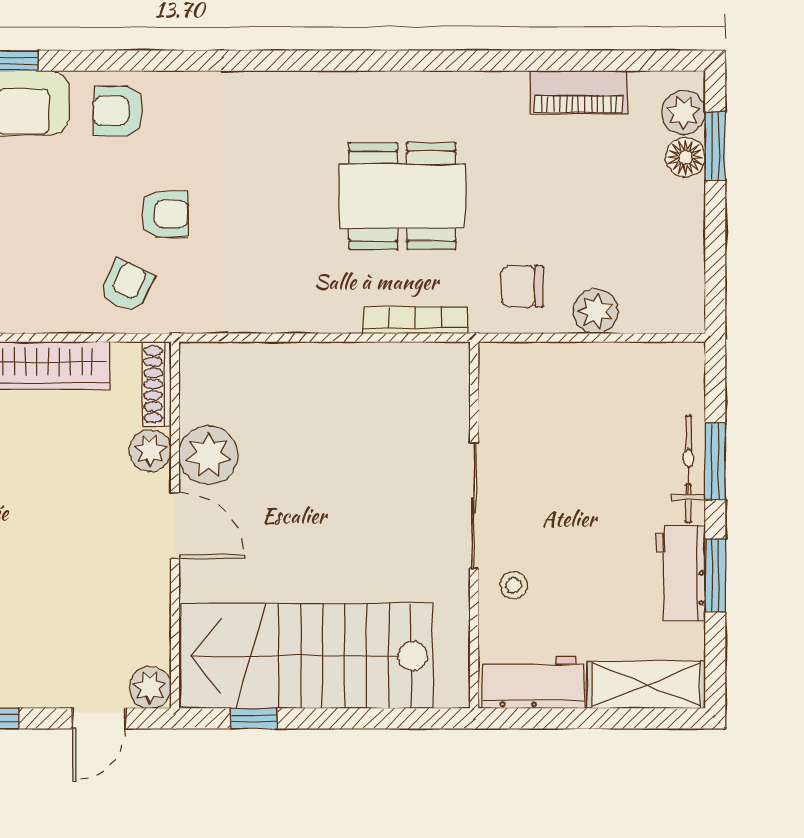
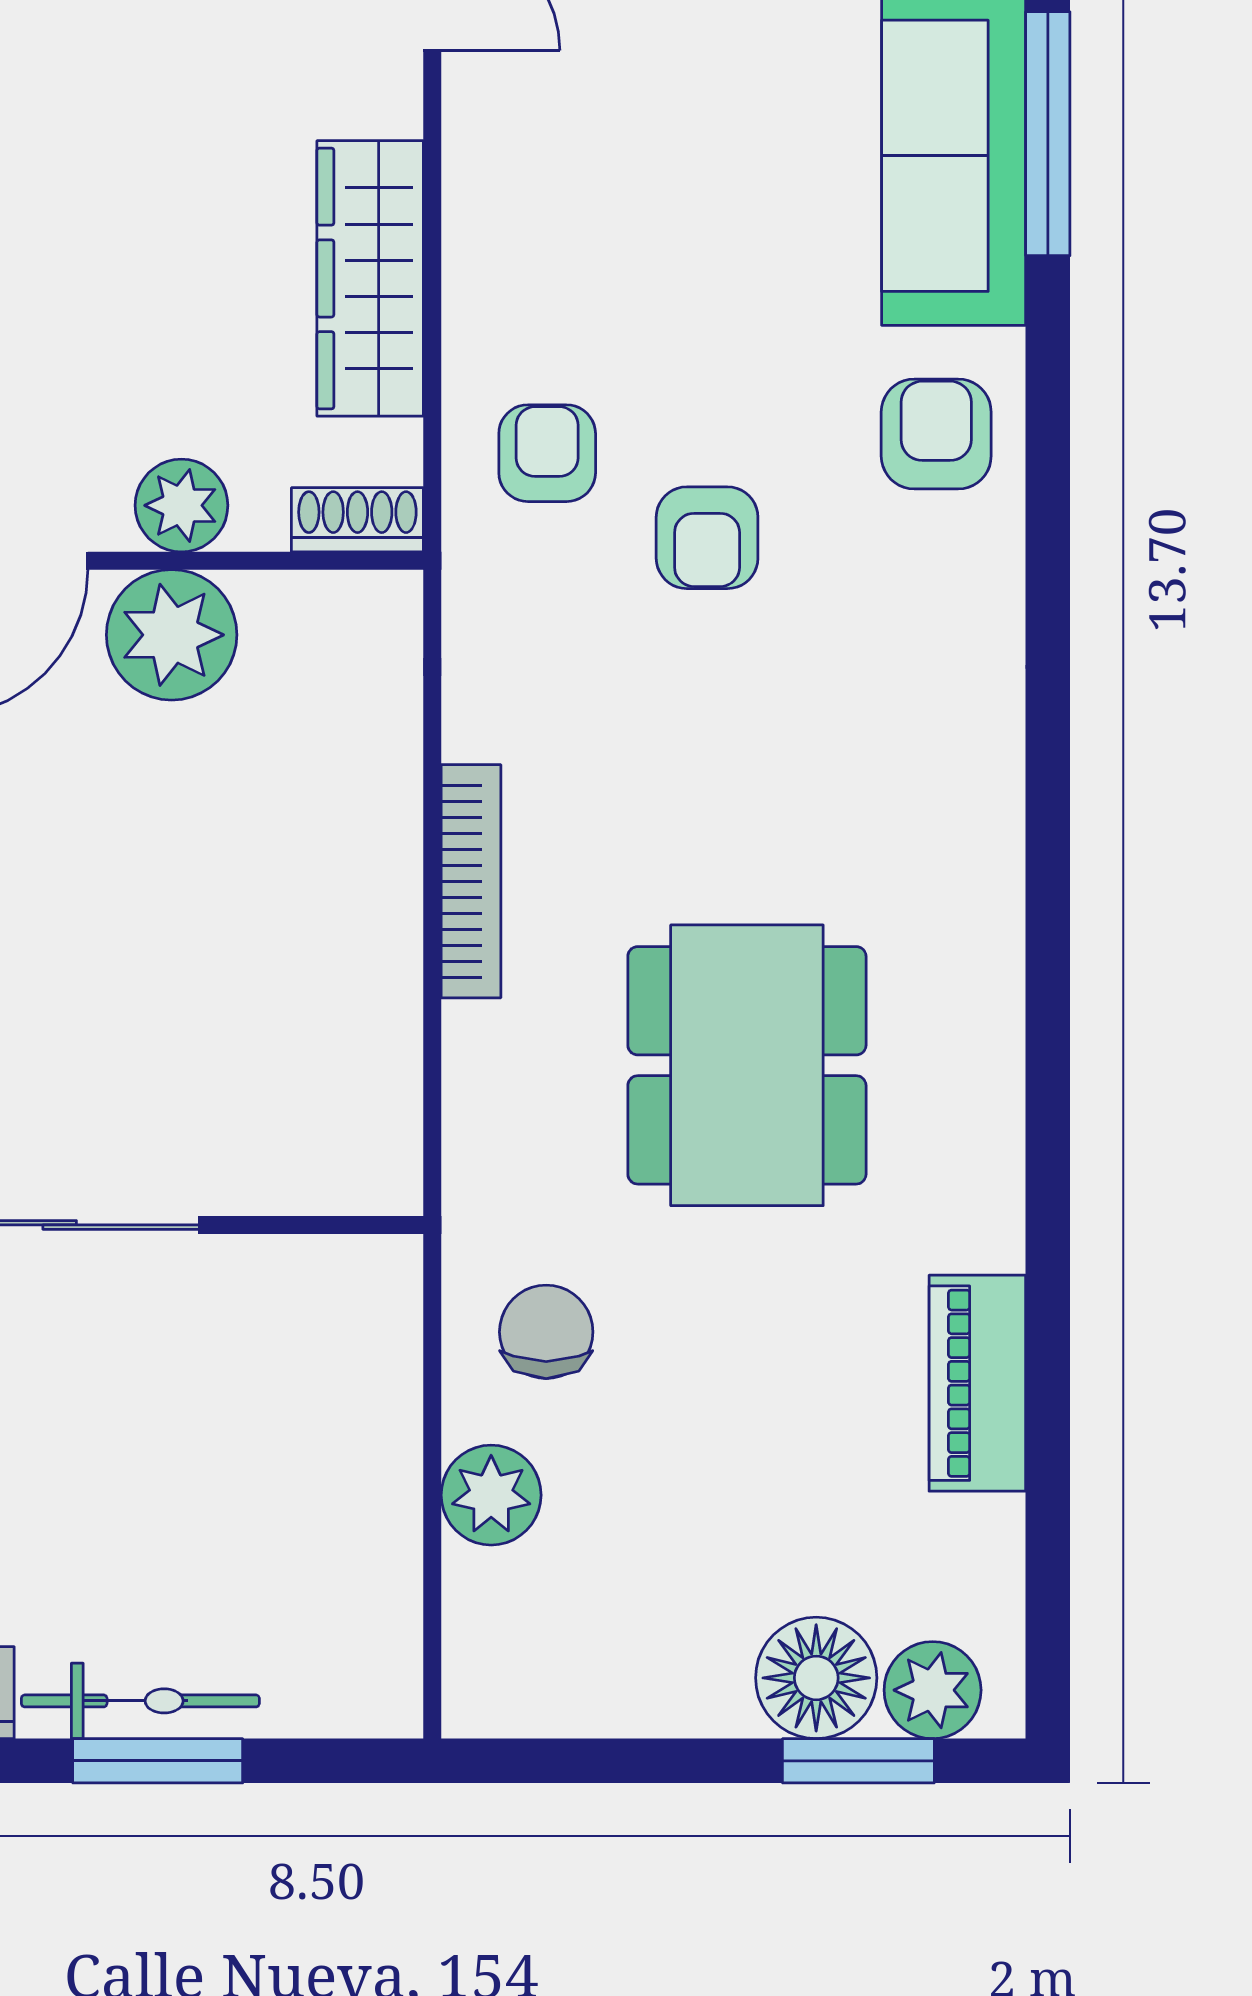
piano: (579, 92) -> (977, 1383), moved
floor lamp: (685, 157) -> (816, 1678), width x1.38, depth x1.38
armchair: (127, 286) -> (547, 453), turned -116
bookcase: (415, 320) -> (471, 881), moved
shoe rack: (157, 384) -> (357, 520), width x0.70

